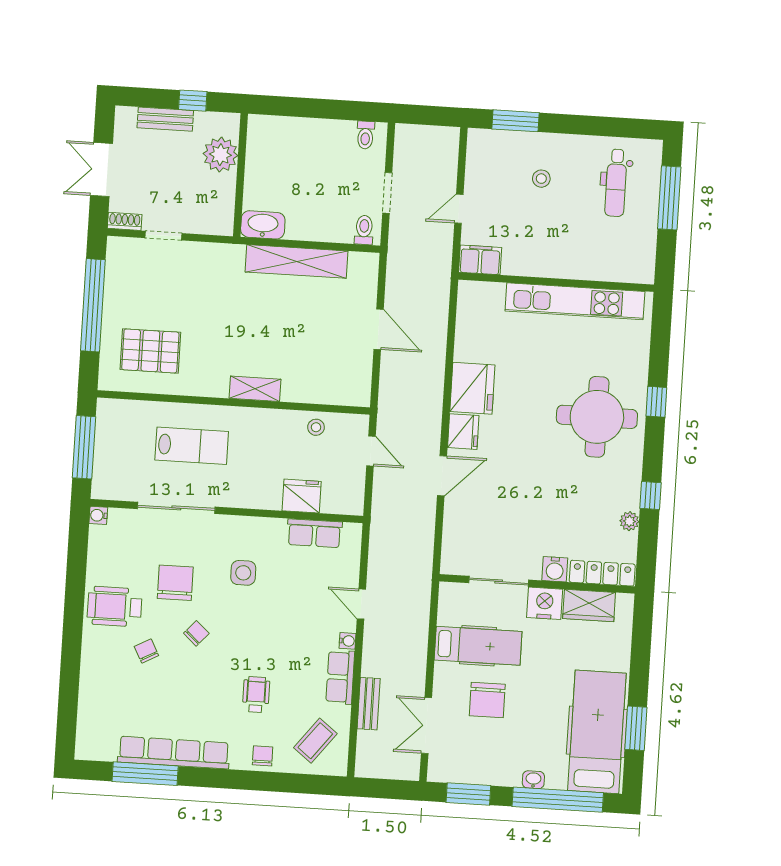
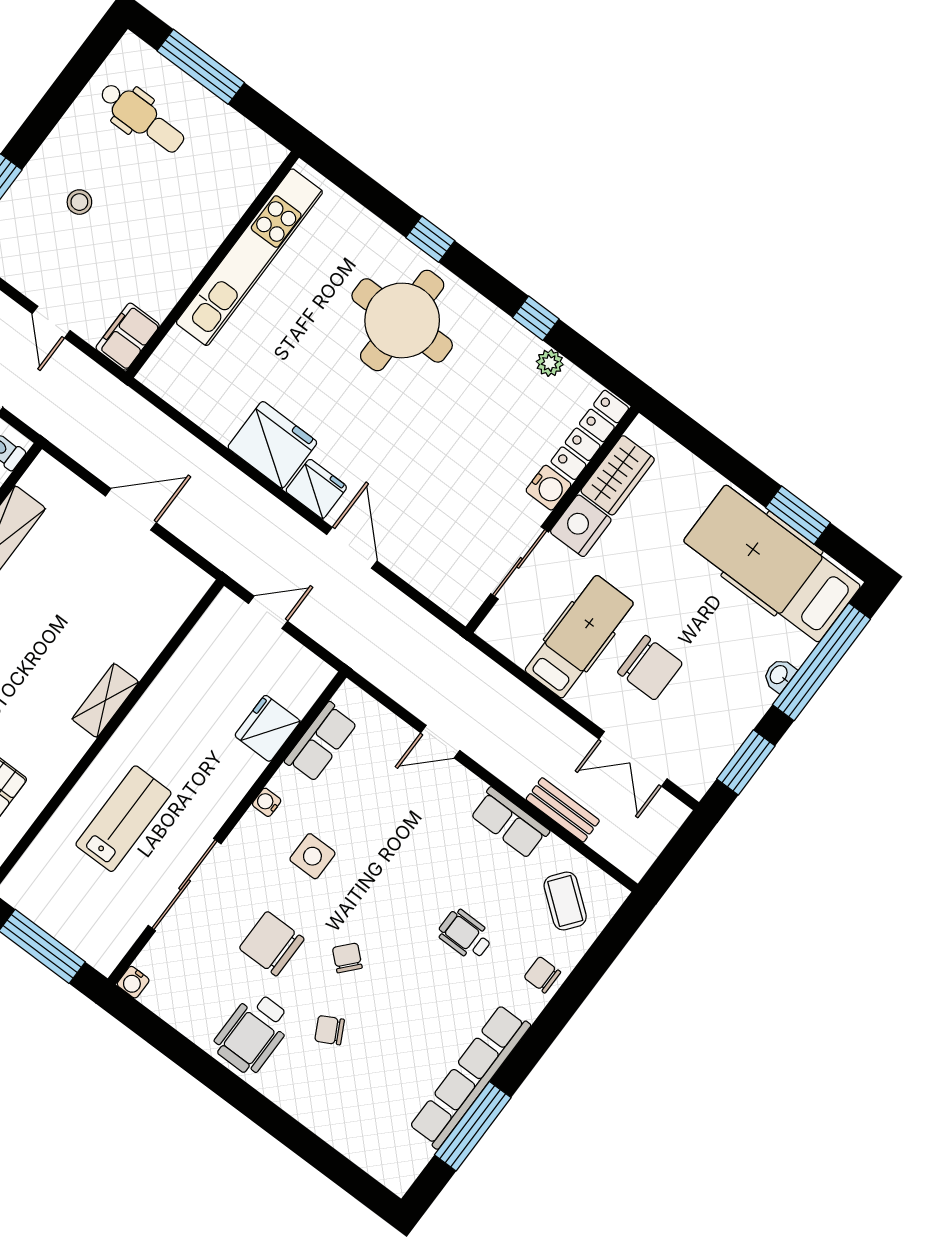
stool: (316, 427) -> (198, 658), removed
water cooler: (347, 641) -> (267, 802), moved, turned -90

